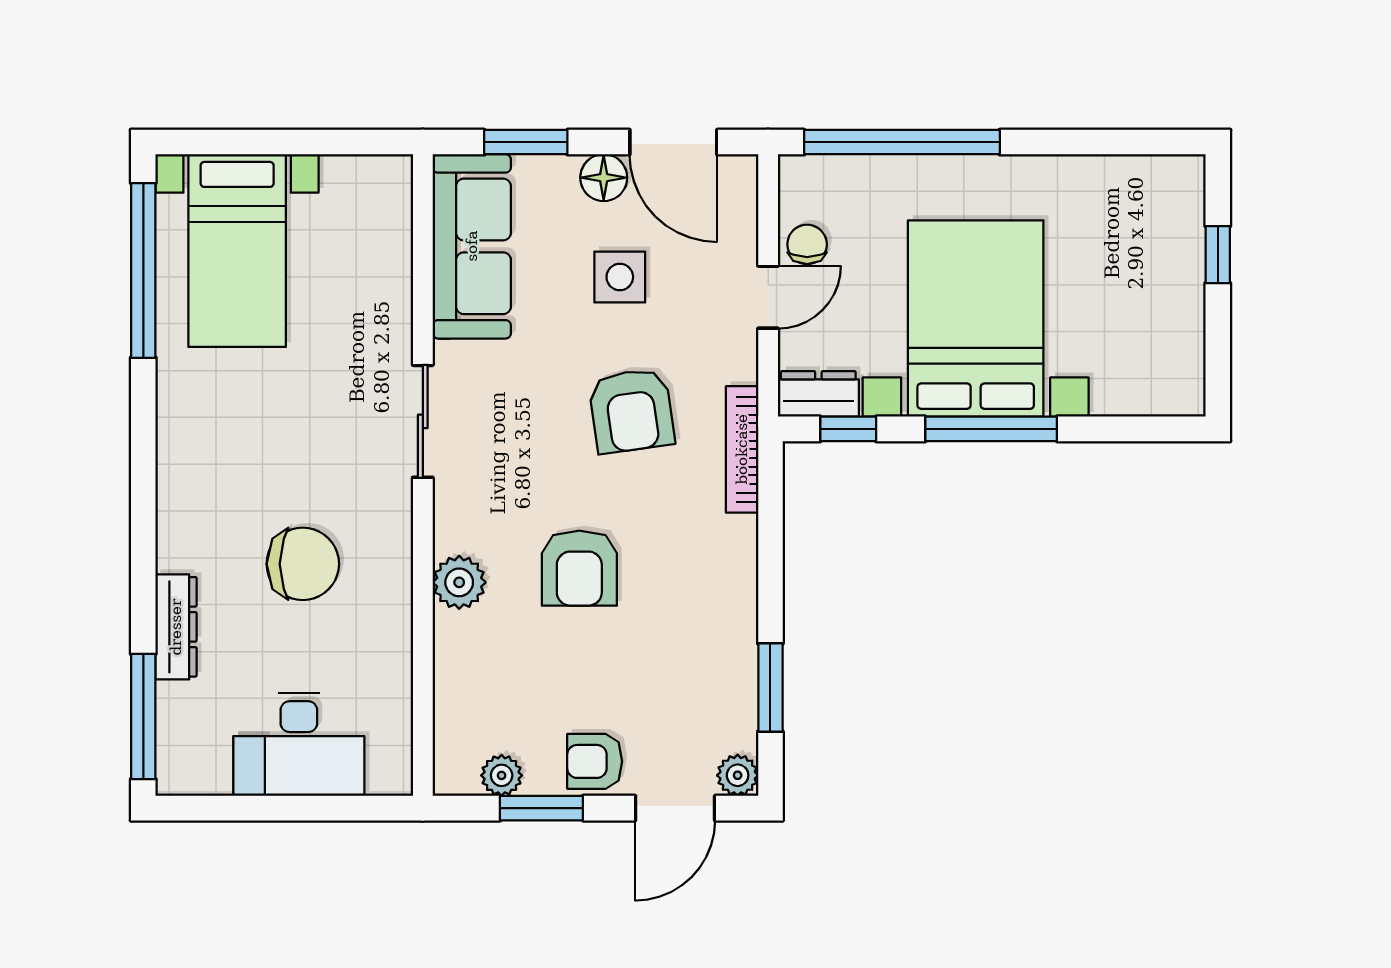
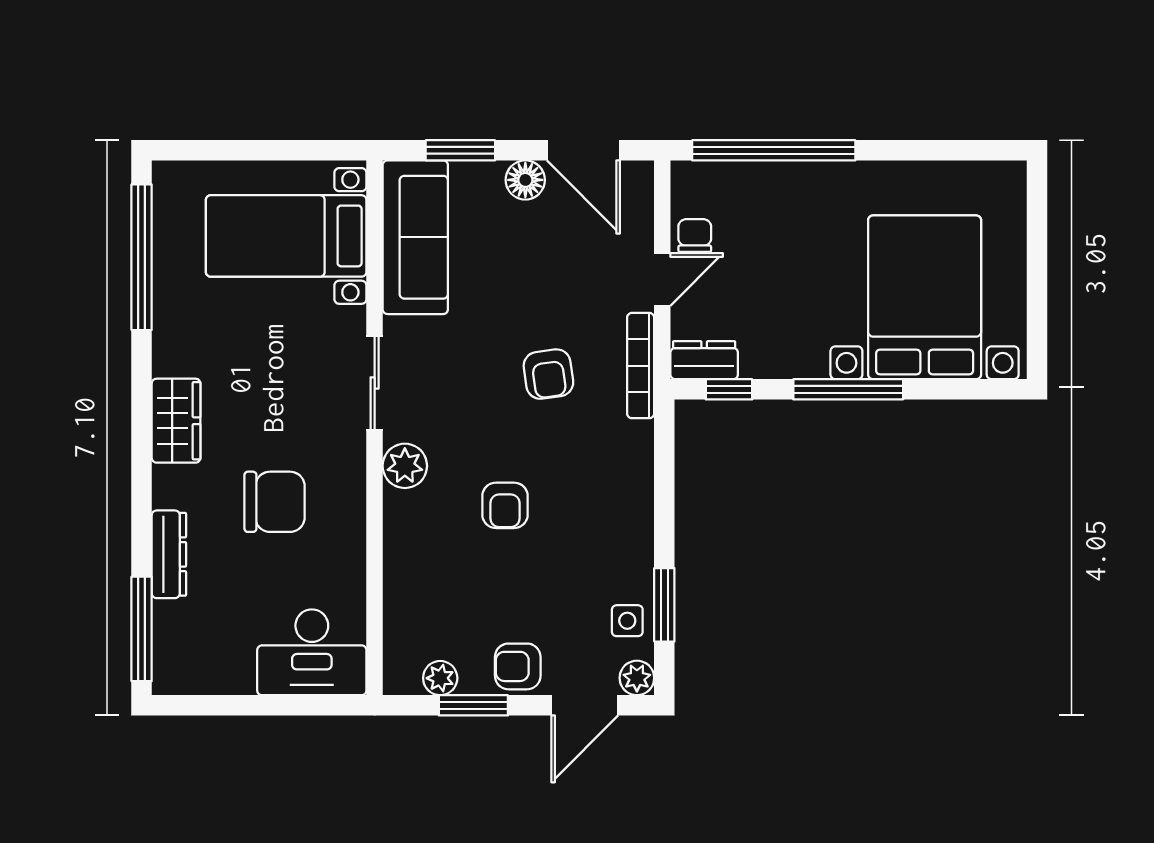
bed with nightstands: (237, 251) -> (286, 236), moved, turned 90
window: (1218, 255) -> (1037, 244), removed
side table: (620, 277) -> (627, 621), moved, width x0.73, depth x0.73
bed with nightstands: (976, 319) -> (925, 297), moved
armchair: (631, 411) -> (548, 374), width x0.72, depth x0.72
bookcase: (742, 449) -> (641, 366), moved
wardrobe: (185, 467) -> (176, 421), added
armchair: (579, 568) -> (505, 505), width x0.72, depth x0.72
plant: (459, 582) -> (405, 466), moved
desk: (299, 744) -> (312, 652), moved

